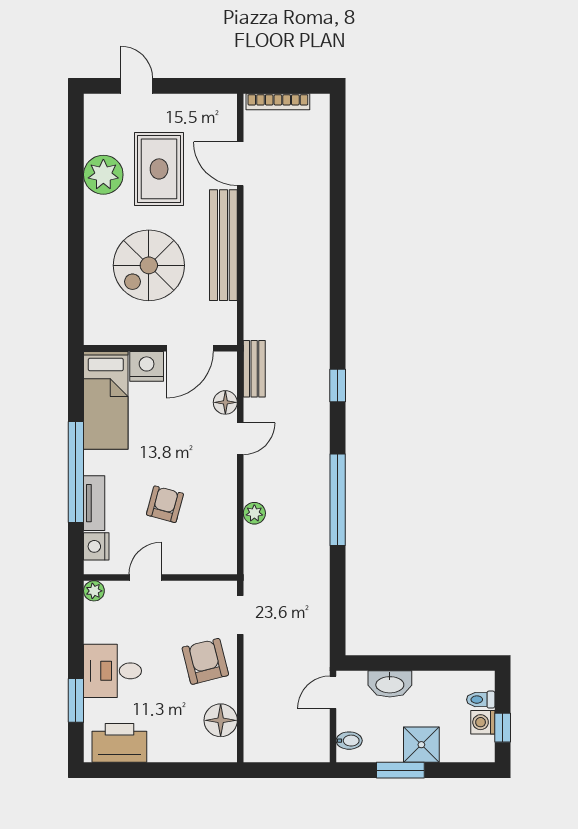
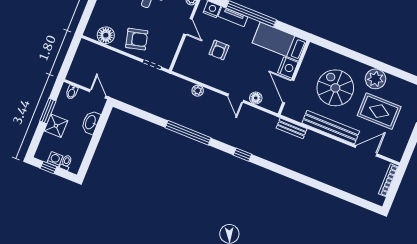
plant: (103, 175) -> (376, 79), moved
bench: (254, 369) -> (292, 128), moved
armchair: (165, 504) -> (219, 50), turned 75

